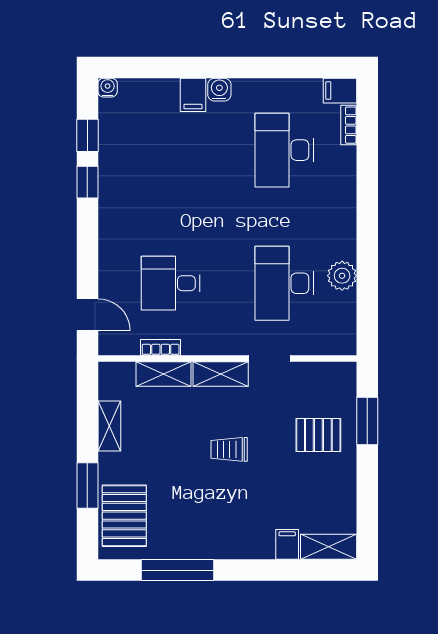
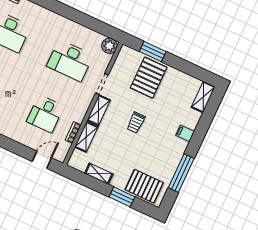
plant: (342, 276) -> (109, 46), moved
pallet: (318, 435) -> (149, 78), width x1.50, depth x1.42
filing cabinet: (287, 544) -> (185, 133), moved

